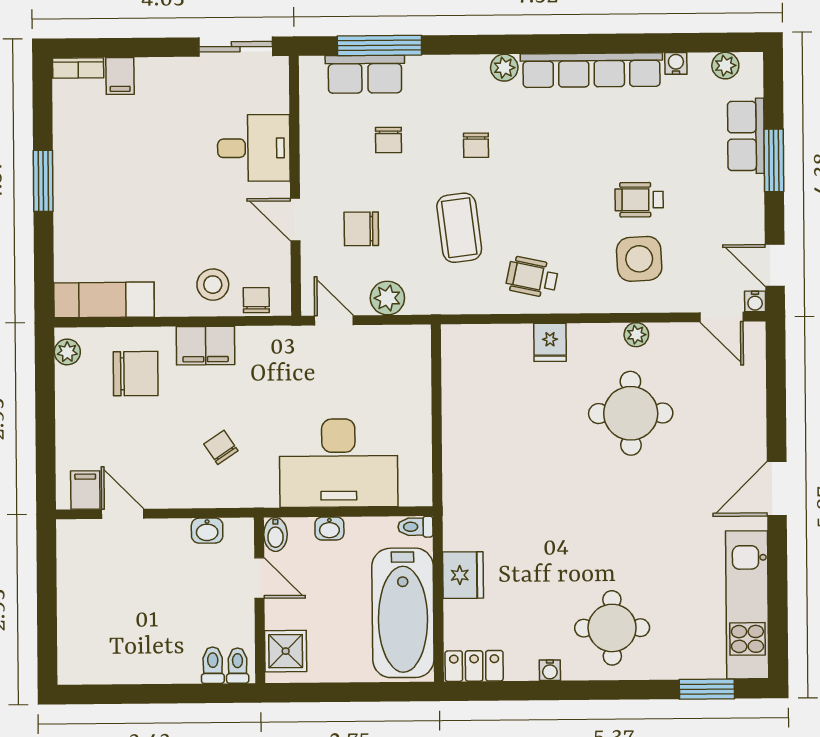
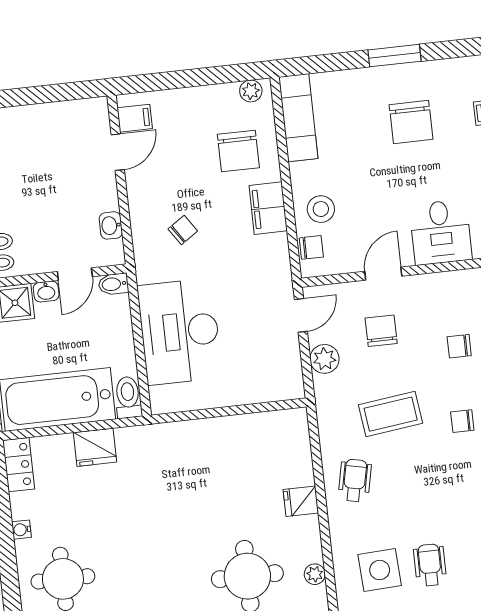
chair: (122, 169) -> (411, 122), added
toilet: (415, 527) -> (128, 397), width x1.37, depth x1.39
washbasin: (329, 529) -> (46, 292), moved, turned -90

